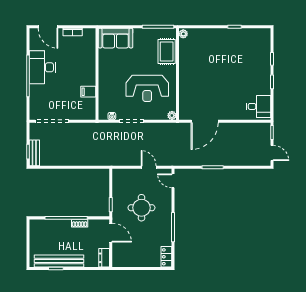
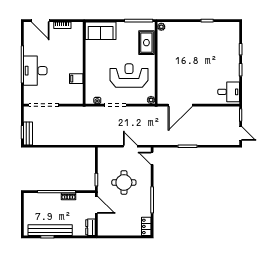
desk: (42, 67) -> (35, 71), moved
reception desk: (147, 88) -> (129, 76), turned 180

